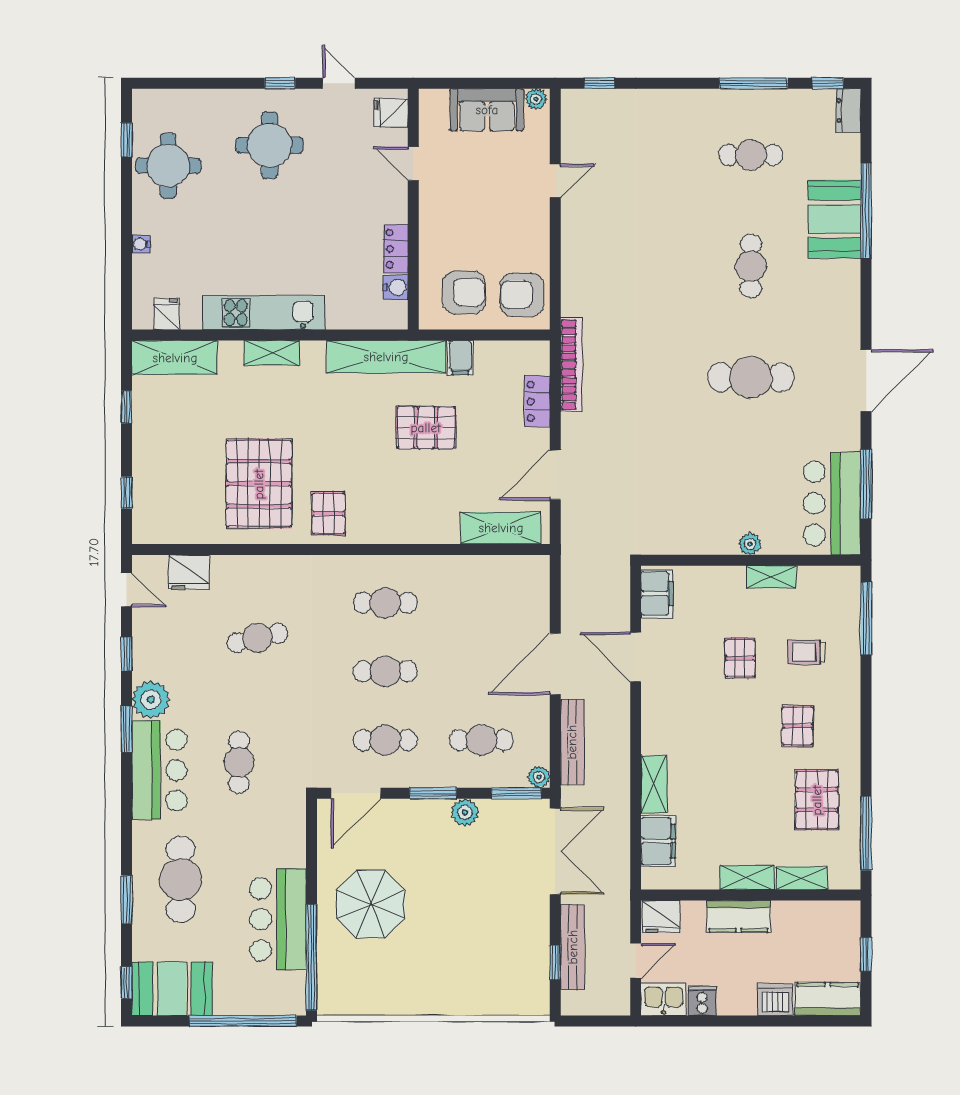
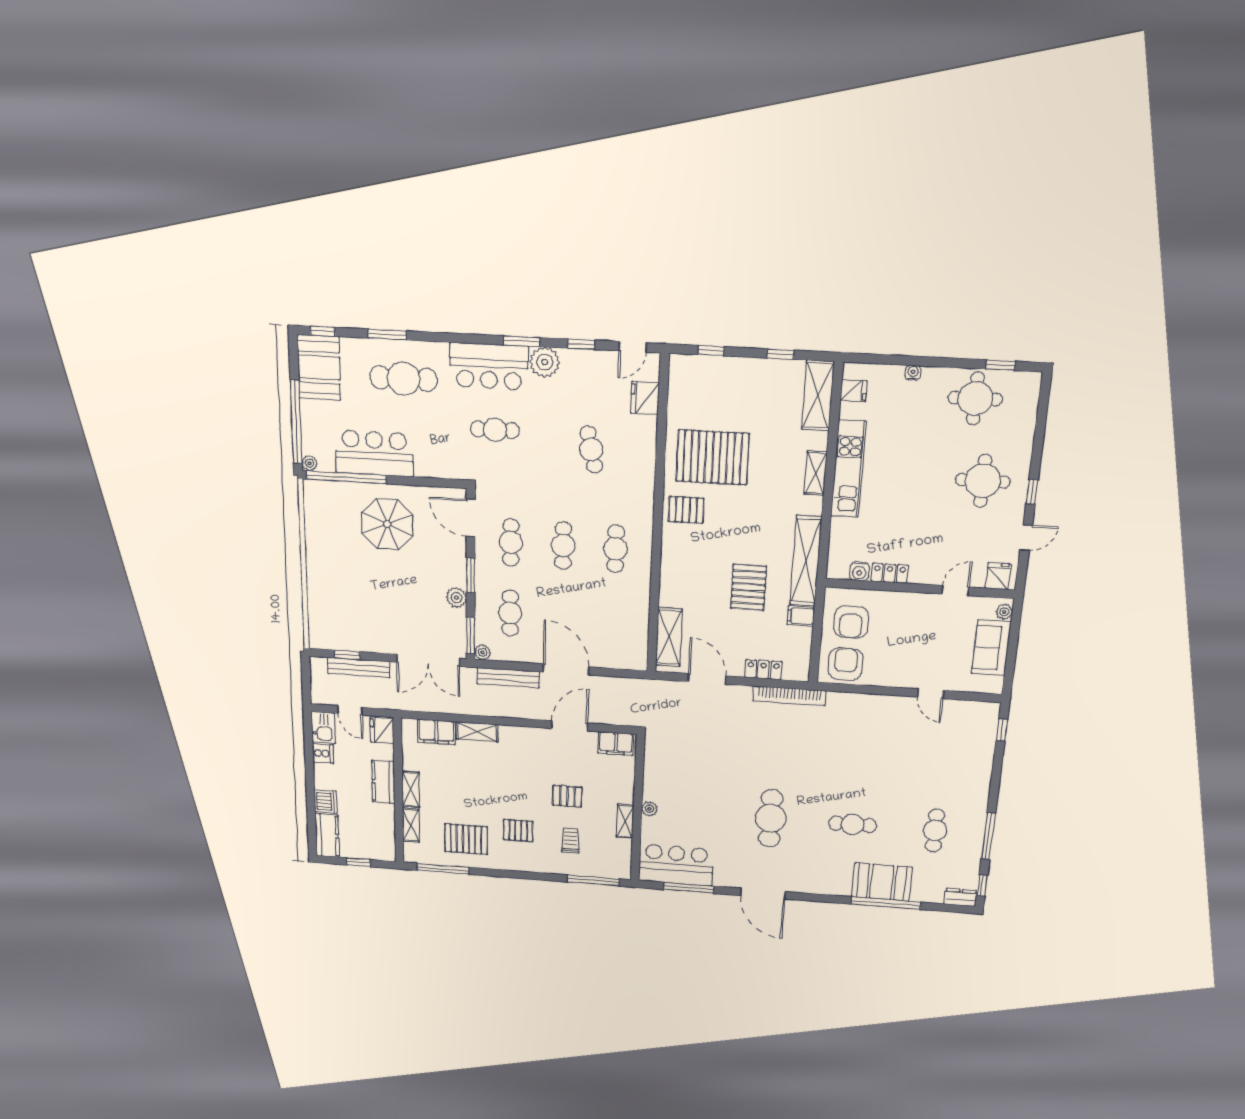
plant: (536, 99) -> (1004, 612), moved
plant: (296, 1005) -> (310, 463), added

